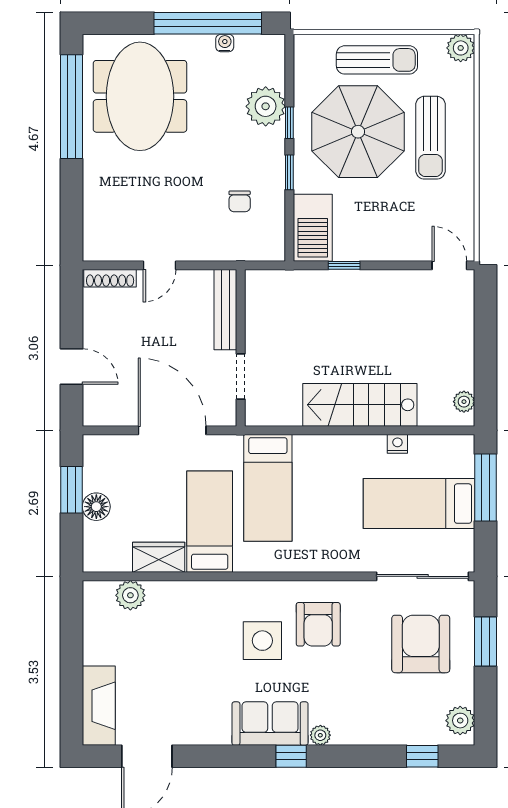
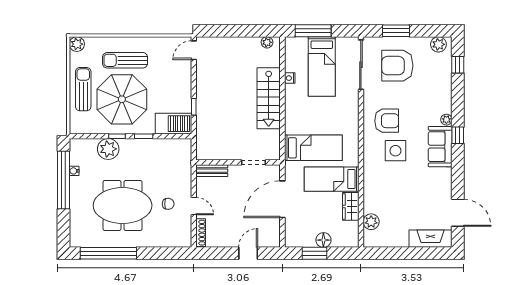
meeting table: (140, 96) -> (123, 205), moved
sun lounger: (430, 138) -> (125, 60), turned 180
chair: (240, 201) -> (168, 204), moved
bench: (225, 310) -> (212, 171), width x0.73

